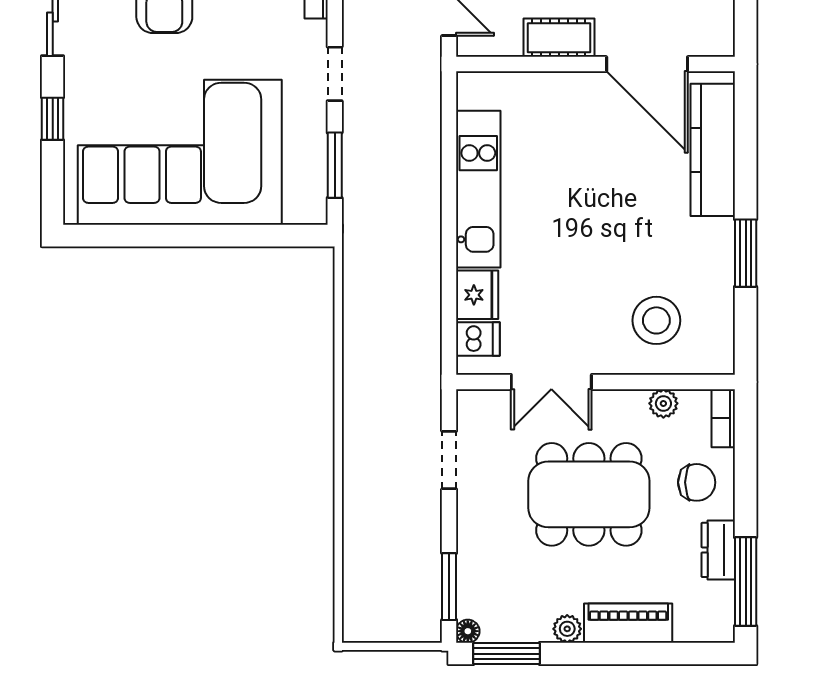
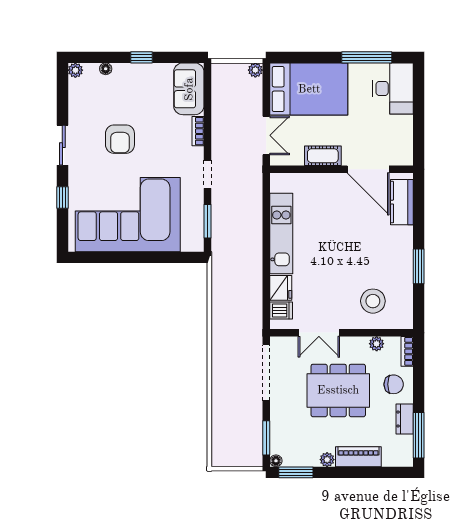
kitchen counter: (713, 150) -> (402, 202), width x0.67
doorway: (449, 460) -> (266, 373), width x1.88

